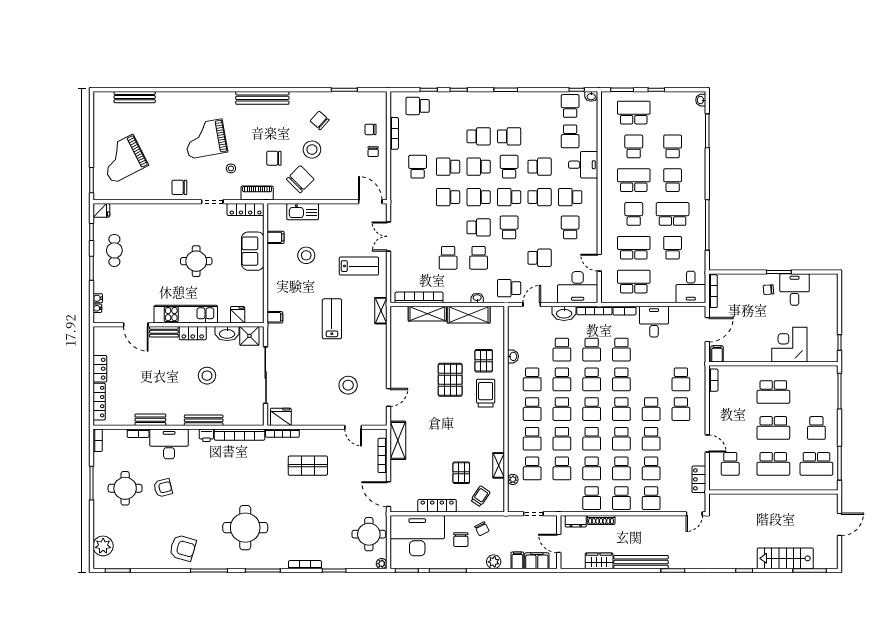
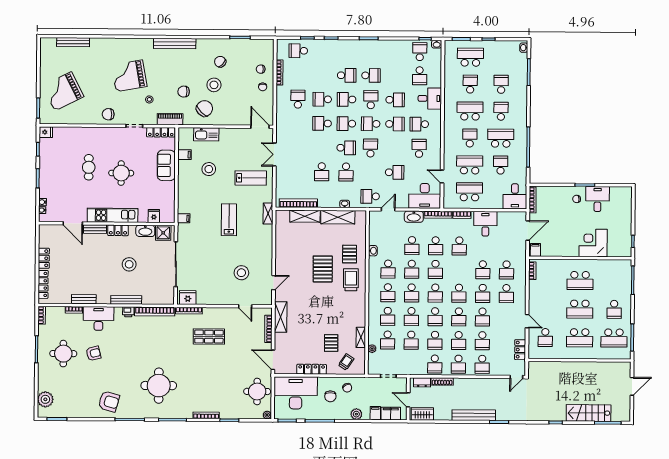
cafe table: (114, 250) -> (89, 167), moved
school desk: (621, 379) -> (483, 270), moved
wardrobe: (599, 561) -> (422, 414), moved

